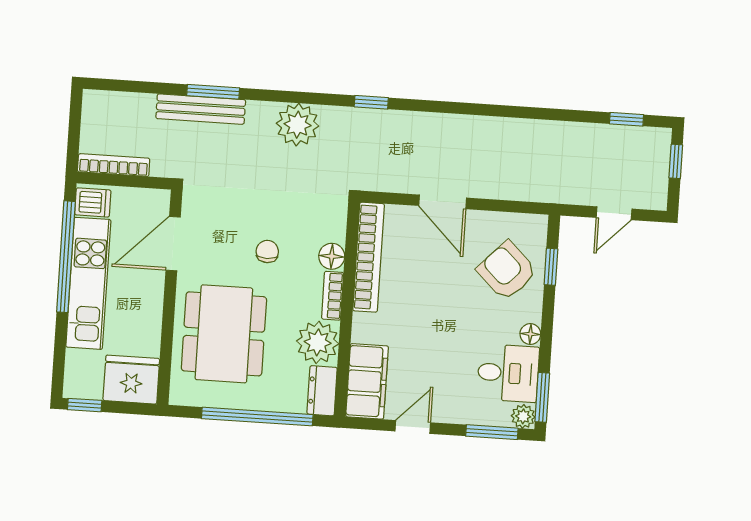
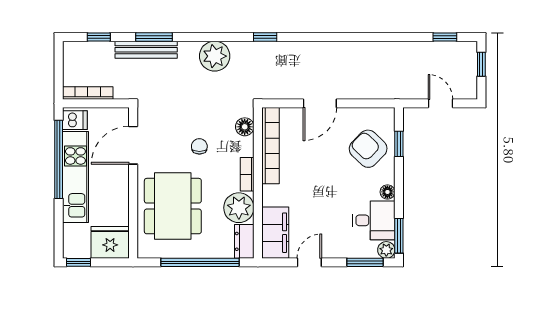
window: (135, 87) -> (99, 37), added
door: (443, 202) -> (320, 103), hinge flipped
door: (614, 213) -> (440, 103), swing flipped
floor lamp: (332, 256) -> (245, 127), moved

